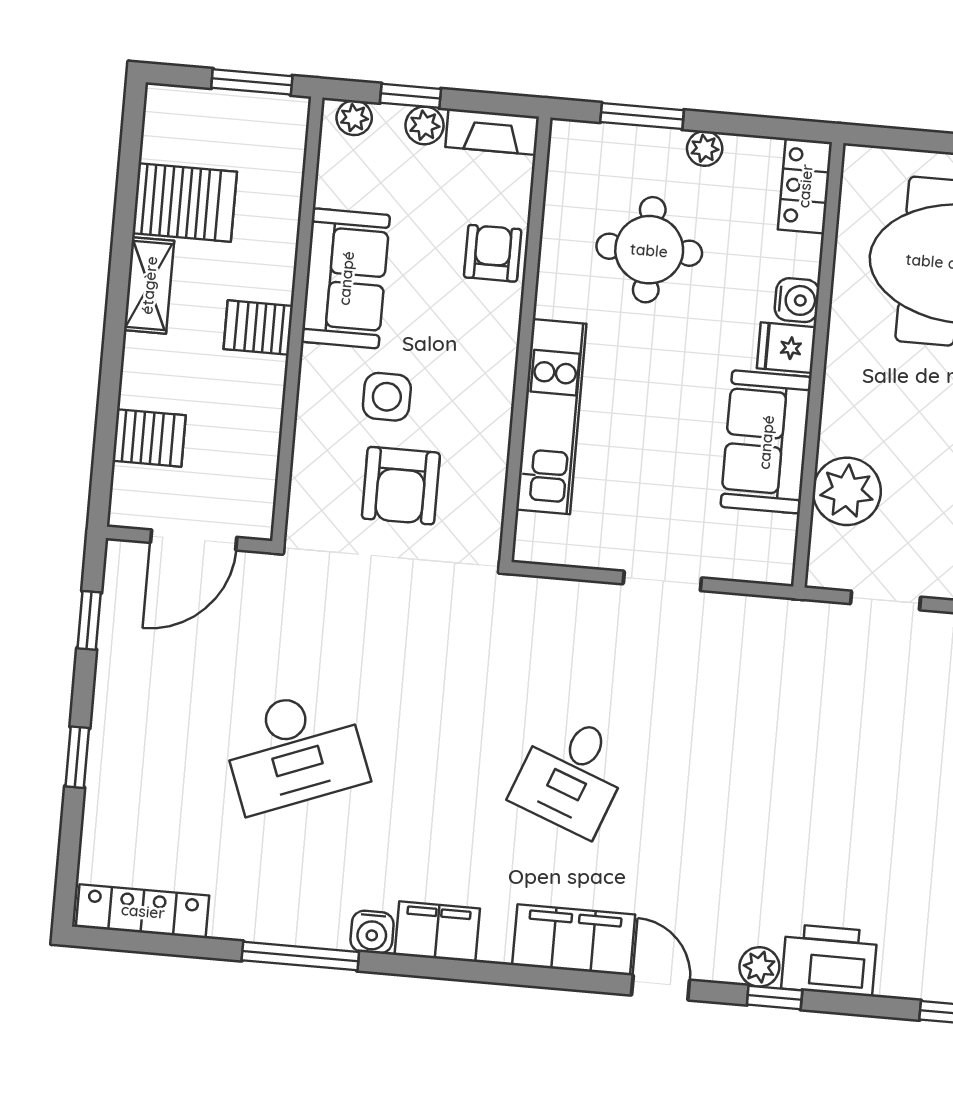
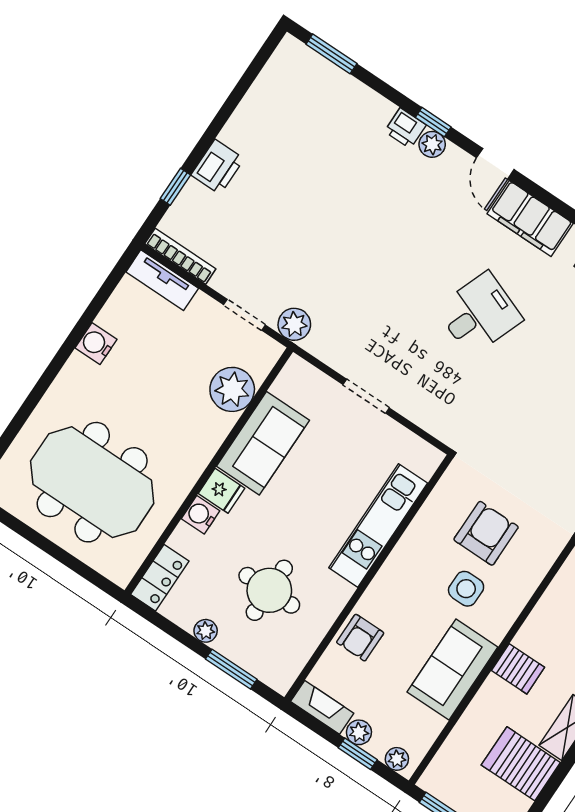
plant: (812, 624) -> (294, 324), added
printer: (829, 960) -> (405, 128), width x0.53, depth x0.68

